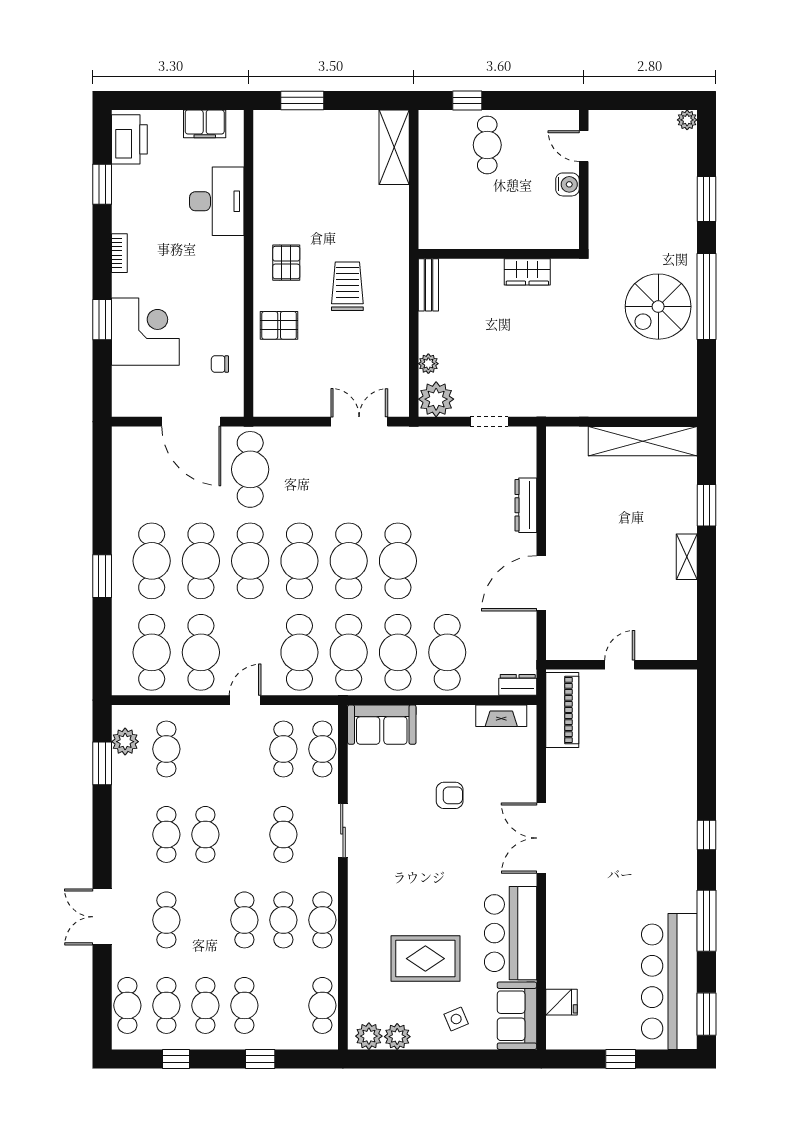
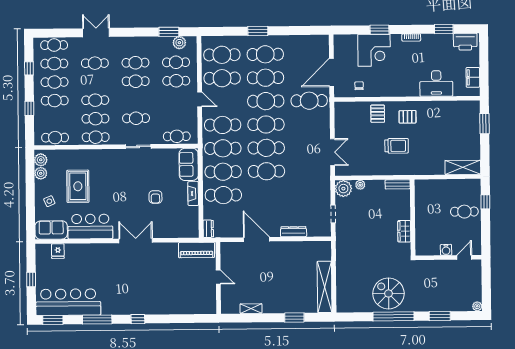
shelving: (687, 557) -> (251, 309), moved
fireplace: (501, 716) -> (193, 194), moved
cafe table: (283, 749) -> (176, 81), moved

